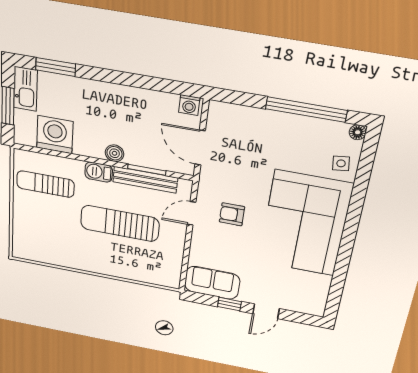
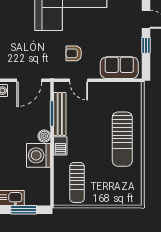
washing machine: (55, 135) -> (38, 155), moved
armchair: (232, 214) -> (74, 53), turned 90
sun lounger: (120, 223) -> (122, 139), moved
sofa: (212, 283) -> (119, 68), moved, turned 90

